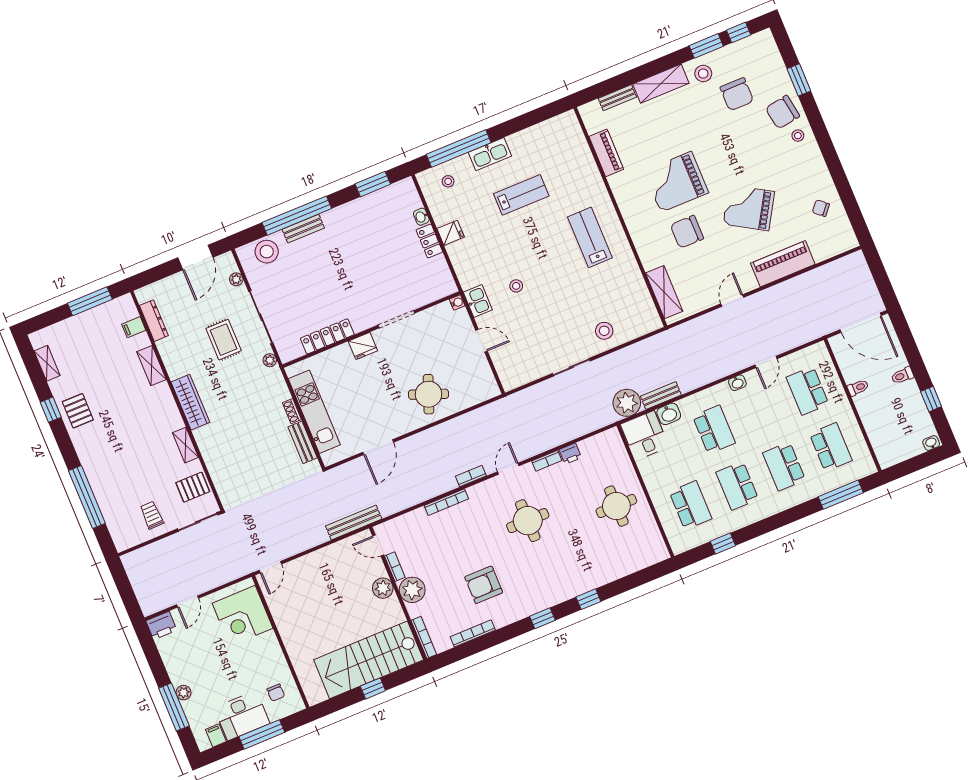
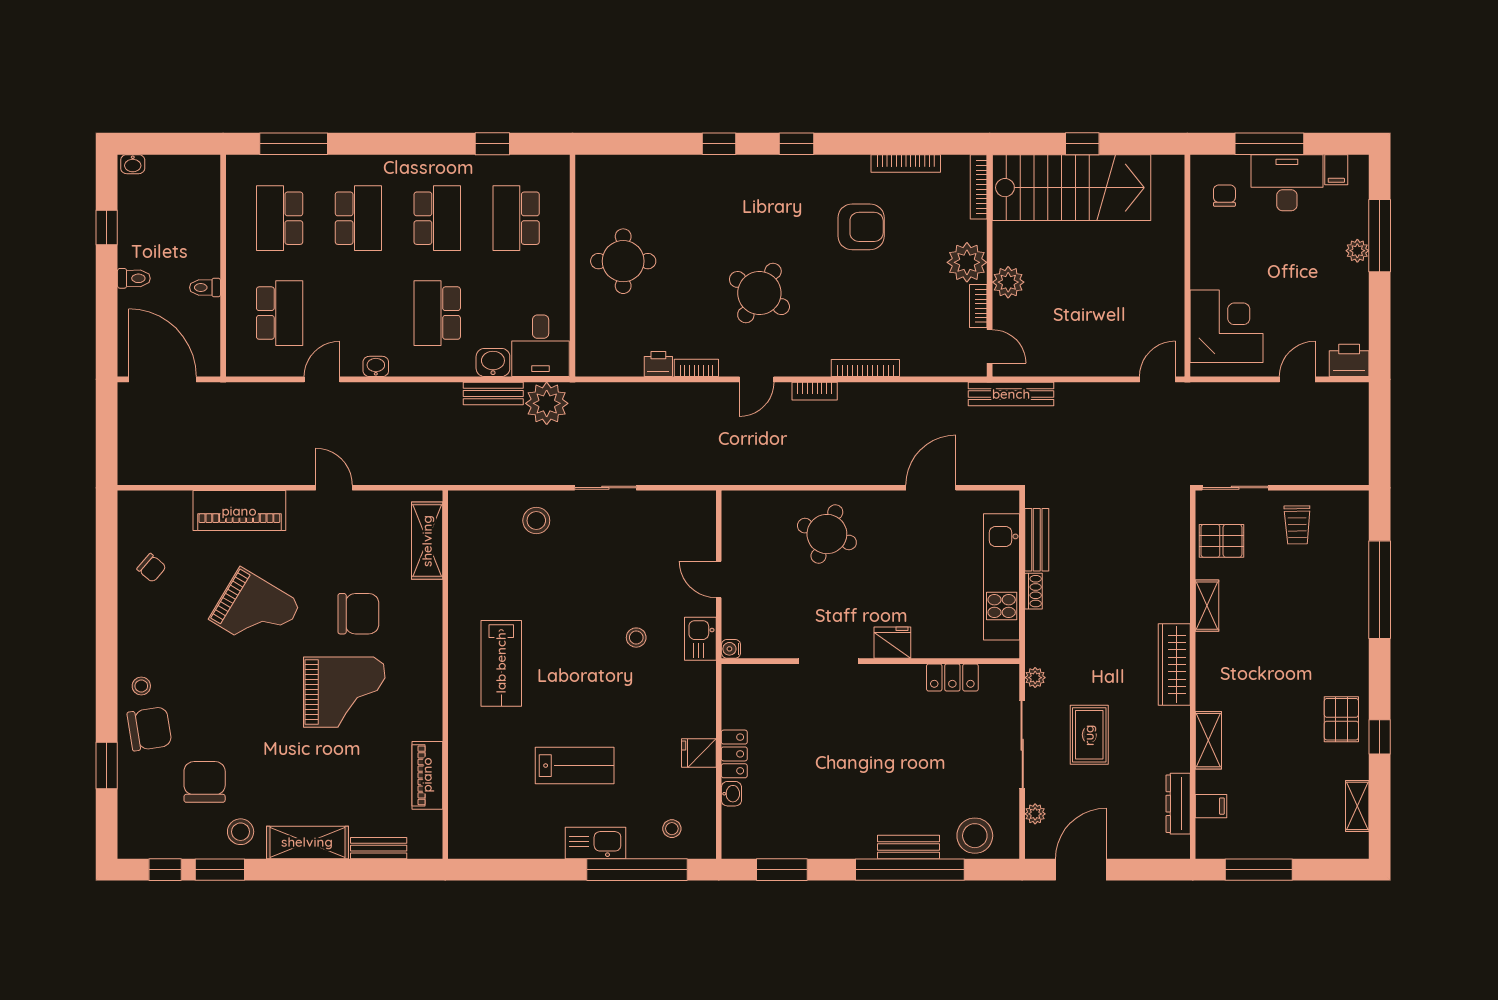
lab bench: (521, 195) -> (575, 766), turned 180
door: (732, 301) -> (334, 488), swing flipped
locker: (327, 336) -> (952, 677), width x0.66
round table: (528, 521) -> (759, 293), turned 32

